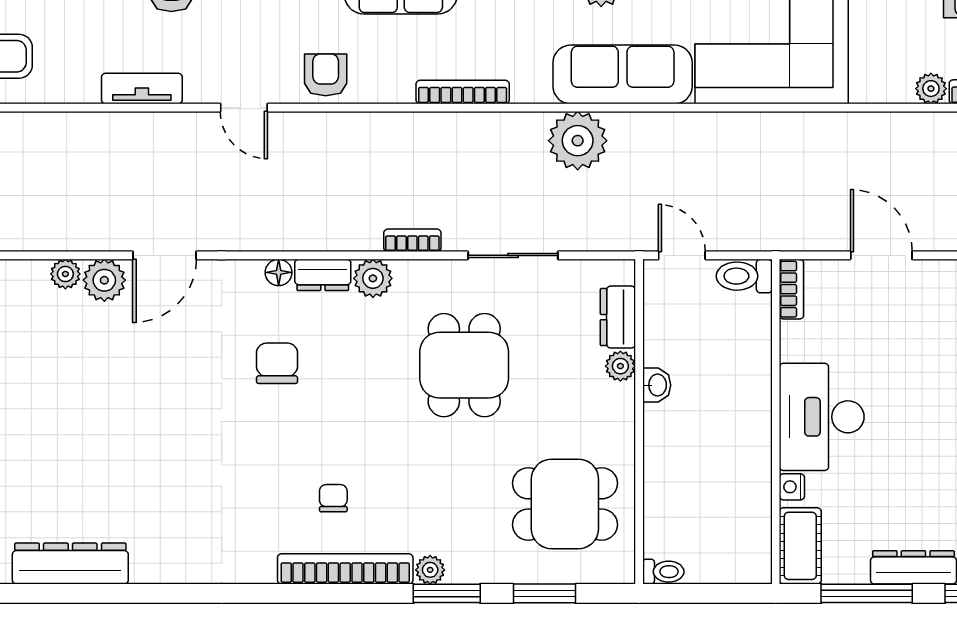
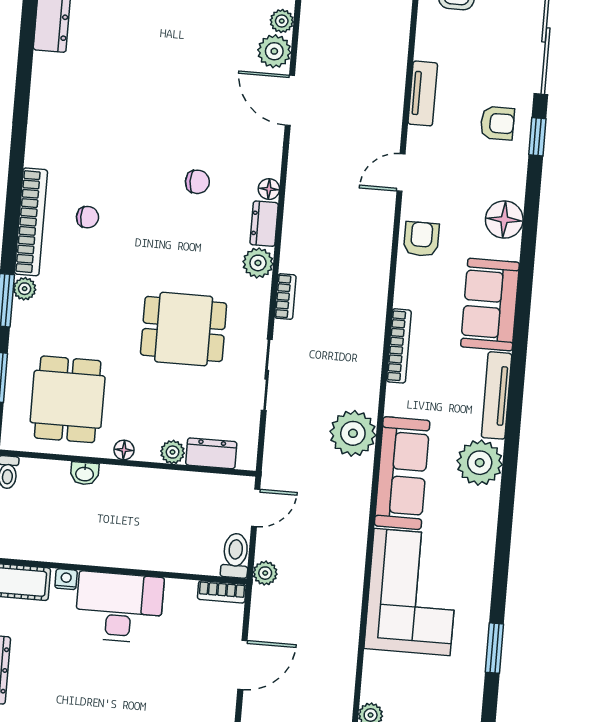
armchair: (326, 75) -> (421, 239), turned -90
plant: (763, 236) -> (265, 573), added
chair: (277, 363) -> (197, 182), width x0.73, depth x0.73
washbasin: (657, 385) -> (85, 473), moved
floor lamp: (623, 428) -> (124, 450), added

